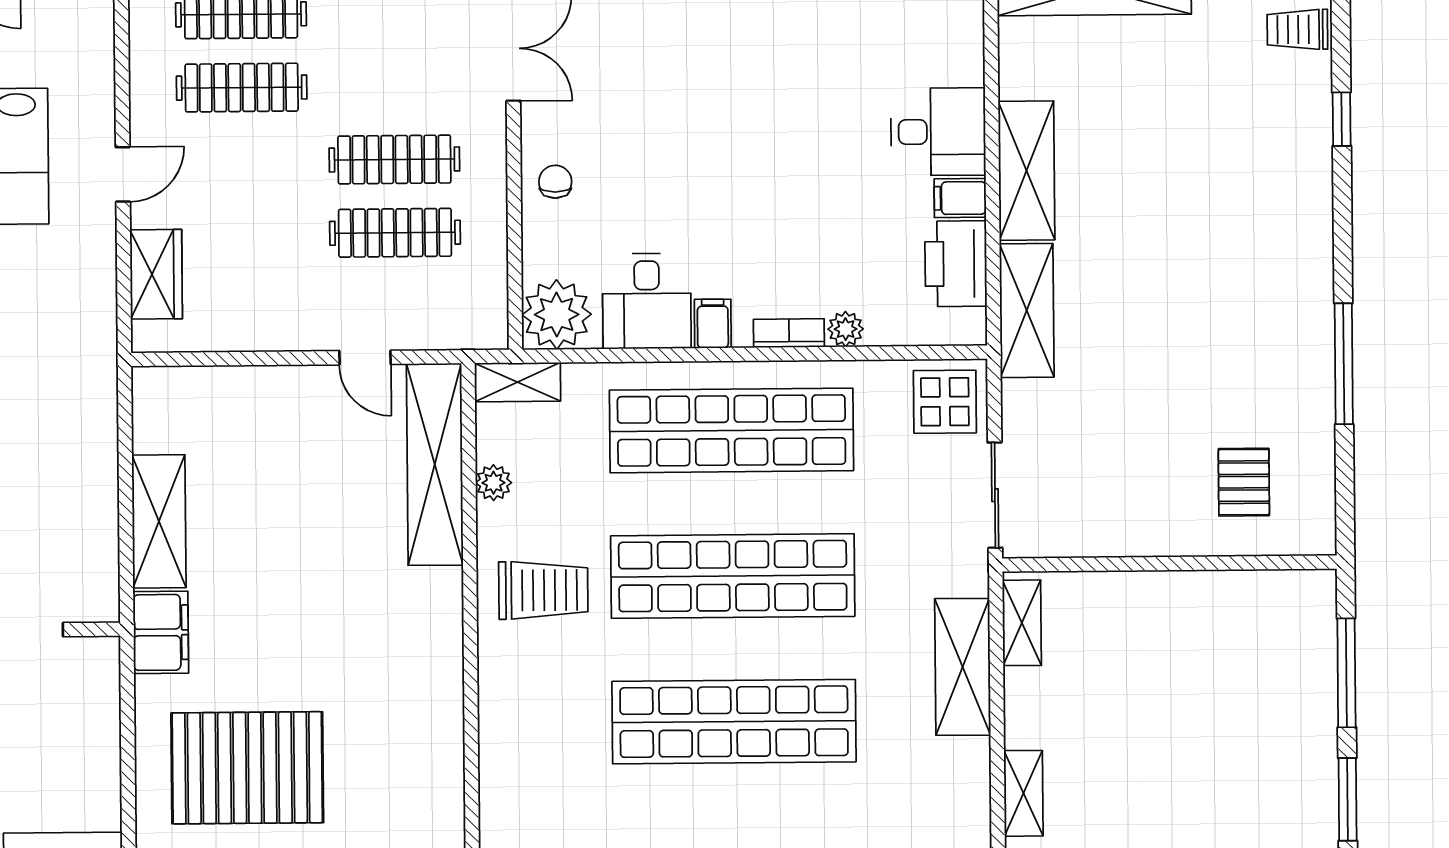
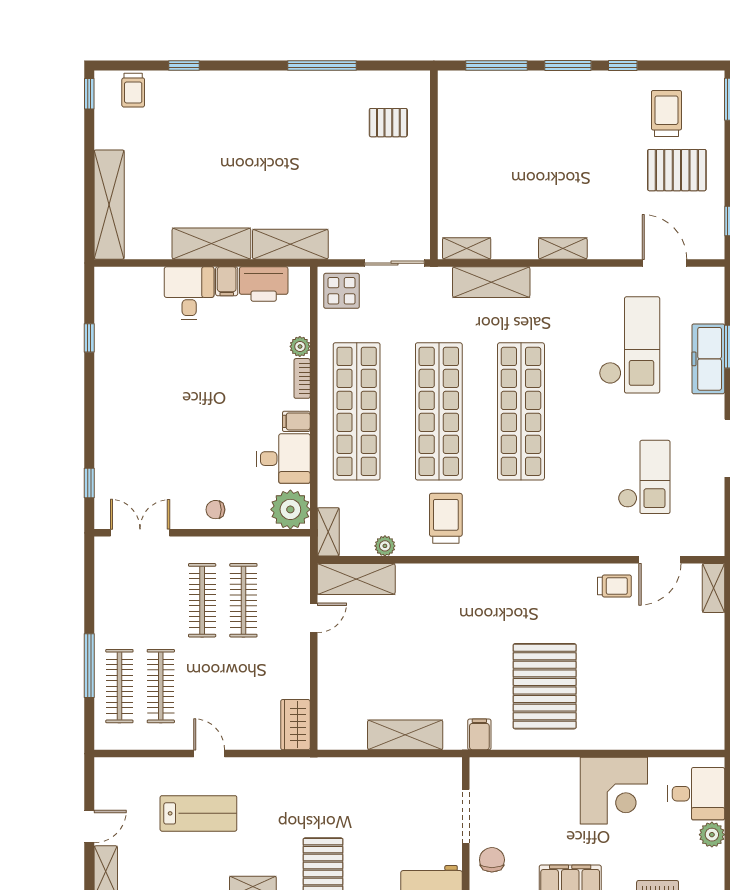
wardrobe: (156, 274) -> (295, 725), moved, turned -90
shelving: (435, 464) -> (356, 579), width x0.68
filing cabinet: (161, 632) -> (479, 734), width x0.50

